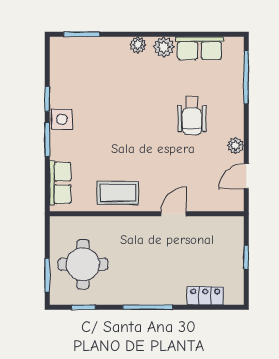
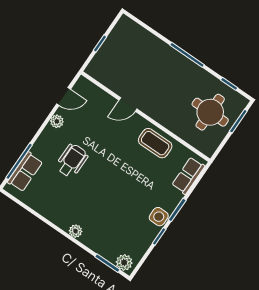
plant: (164, 47) -> (124, 262), moved
row of seats: (199, 48) -> (25, 172), moved, turned 90
locker: (205, 296) -> (144, 37), removed

